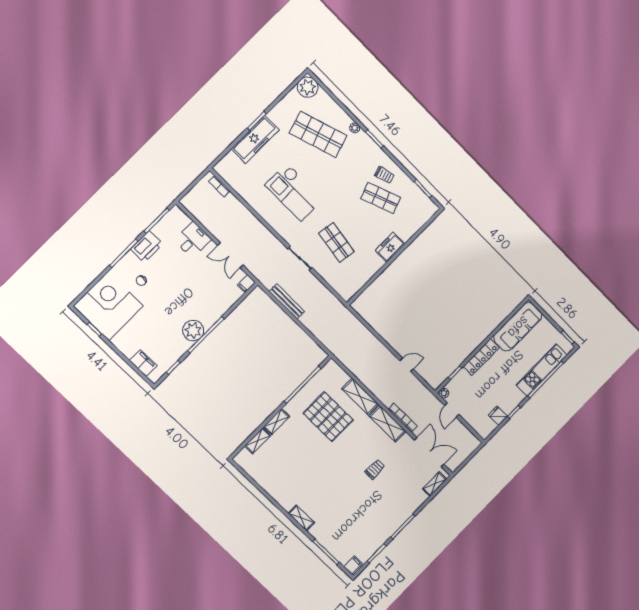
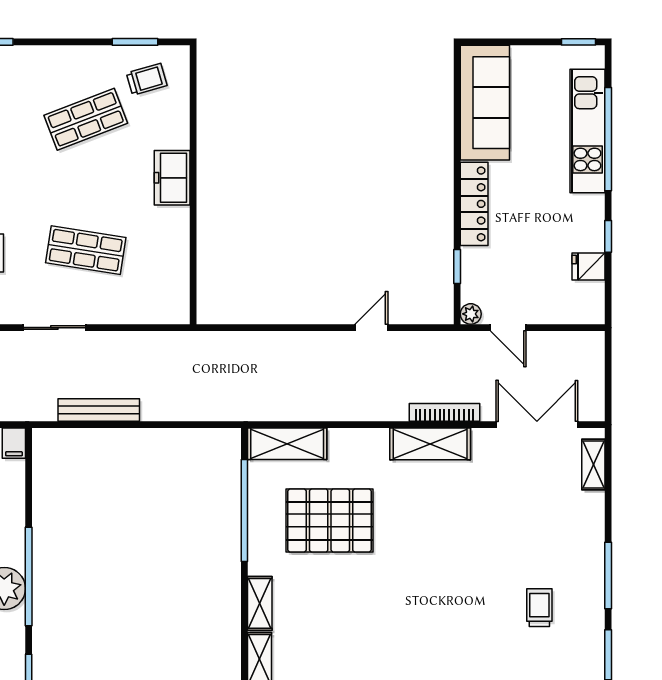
trolley: (384, 175) -> (147, 79), moved
shelving: (360, 397) -> (287, 444), moved
trolley: (375, 469) -> (539, 608), moved

